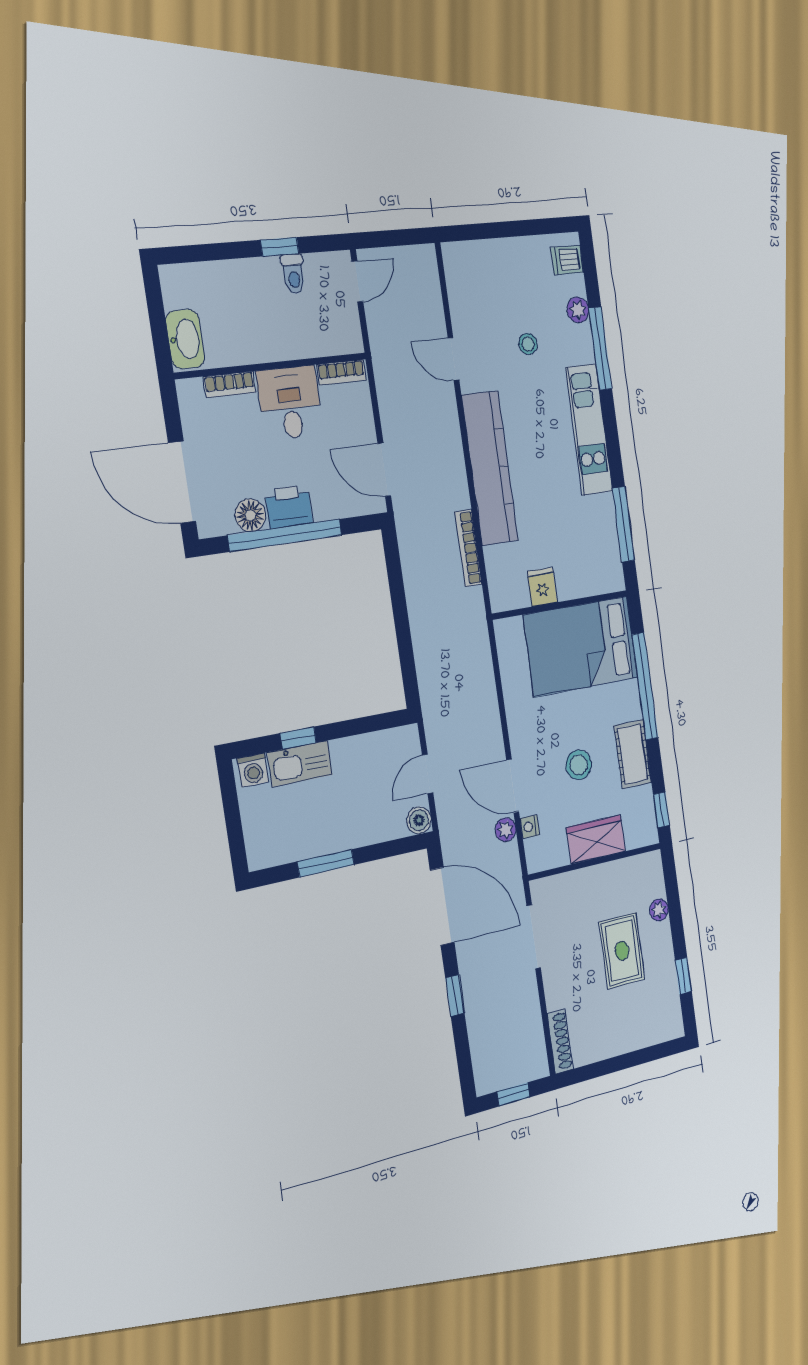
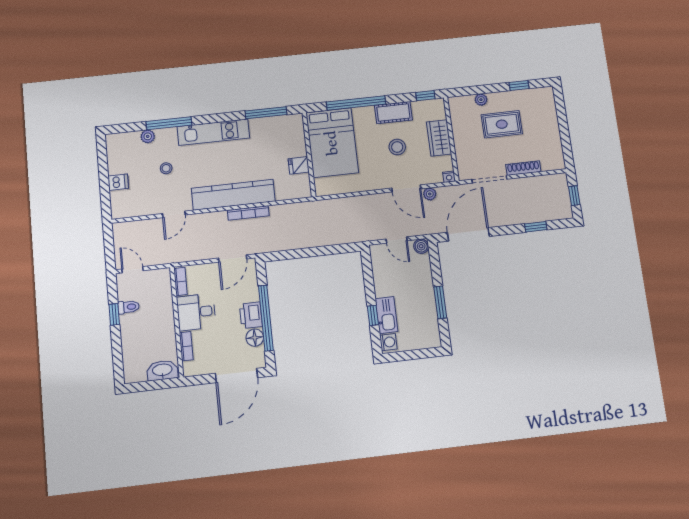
dishwasher: (567, 260) -> (118, 182), moved, turned -90
bookcase: (468, 548) -> (248, 213), moved
door: (513, 786) -> (406, 188), hinge flipped
nightstand: (530, 827) -> (449, 177), moved
window: (455, 996) -> (536, 227), moved
shoe rack: (560, 1042) -> (523, 168), moved

